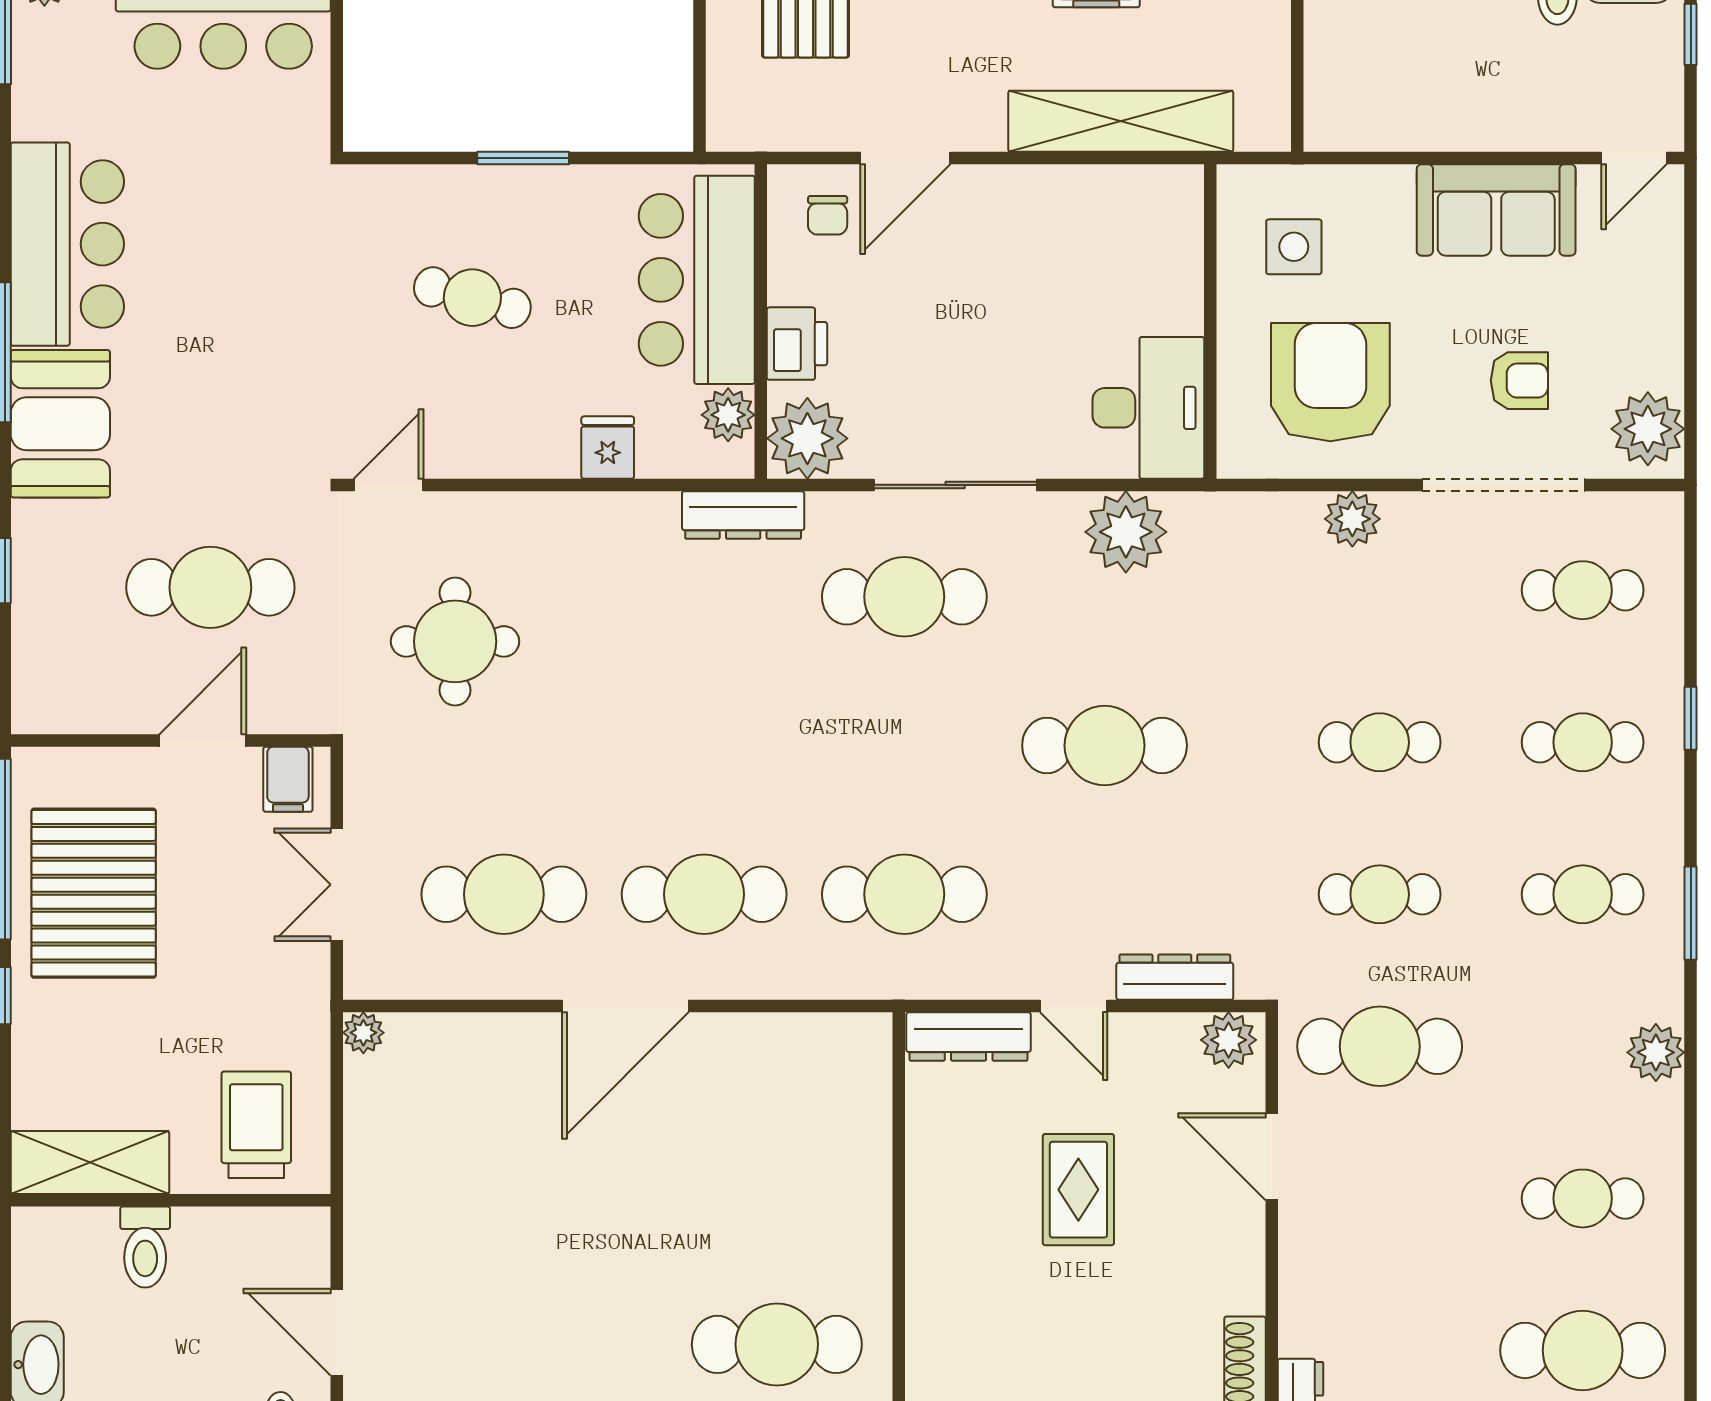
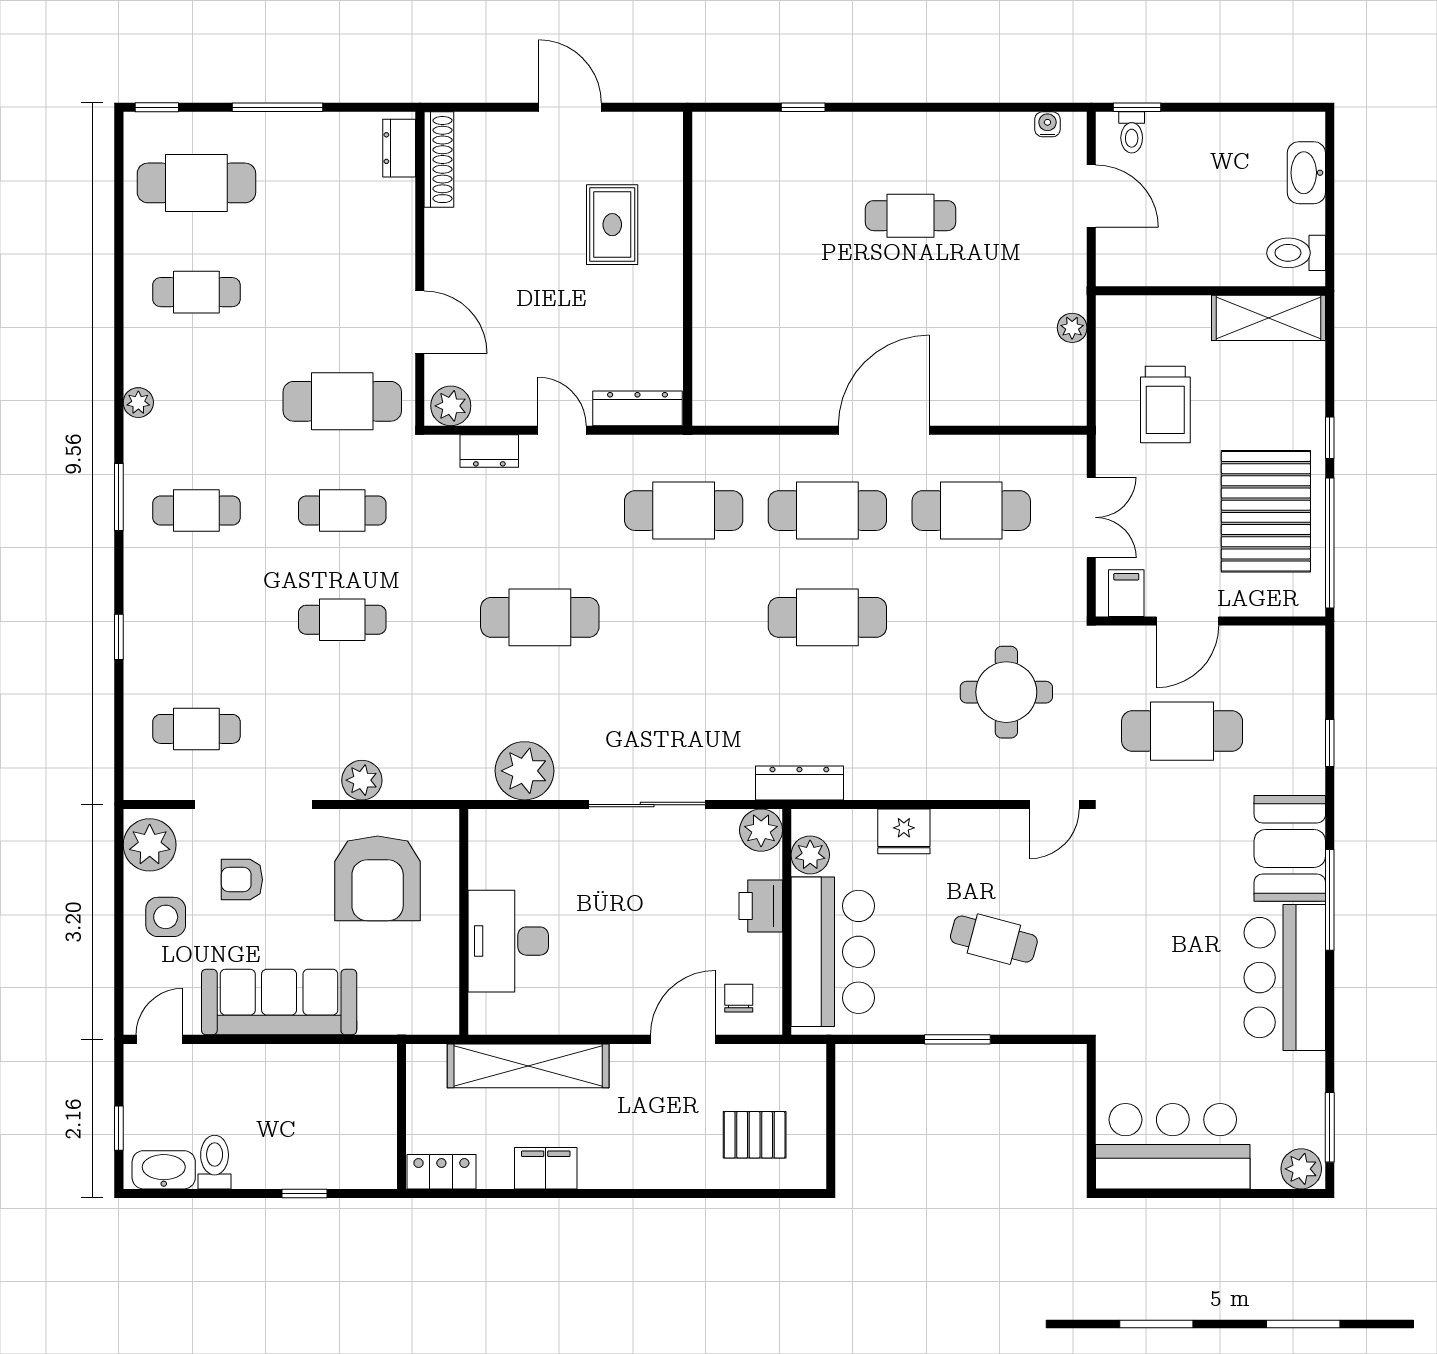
sofa: (1496, 210) -> (279, 1002), width x1.36
side table: (1294, 247) -> (166, 917), moved
desk: (1148, 408) -> (508, 941), moved
plant: (807, 438) -> (761, 830), width x0.73, depth x0.73
fridge: (608, 448) -> (904, 831), width x1.38
cafe table: (904, 597) -> (827, 617), moved
cafe table: (1583, 742) -> (196, 620), removed
dresser: (1175, 977) -> (489, 451), width x0.70
plant: (363, 1033) -> (1072, 328), moved
plant: (1656, 1052) -> (138, 403), width x0.73, depth x0.73
trolley: (256, 1125) -> (1165, 405), moved
rug: (1078, 1190) -> (612, 225), moved
toilet: (145, 1247) -> (1296, 253), moved, turned -90
cafe table: (777, 1344) -> (910, 216), moved, width x0.73, depth x0.74

